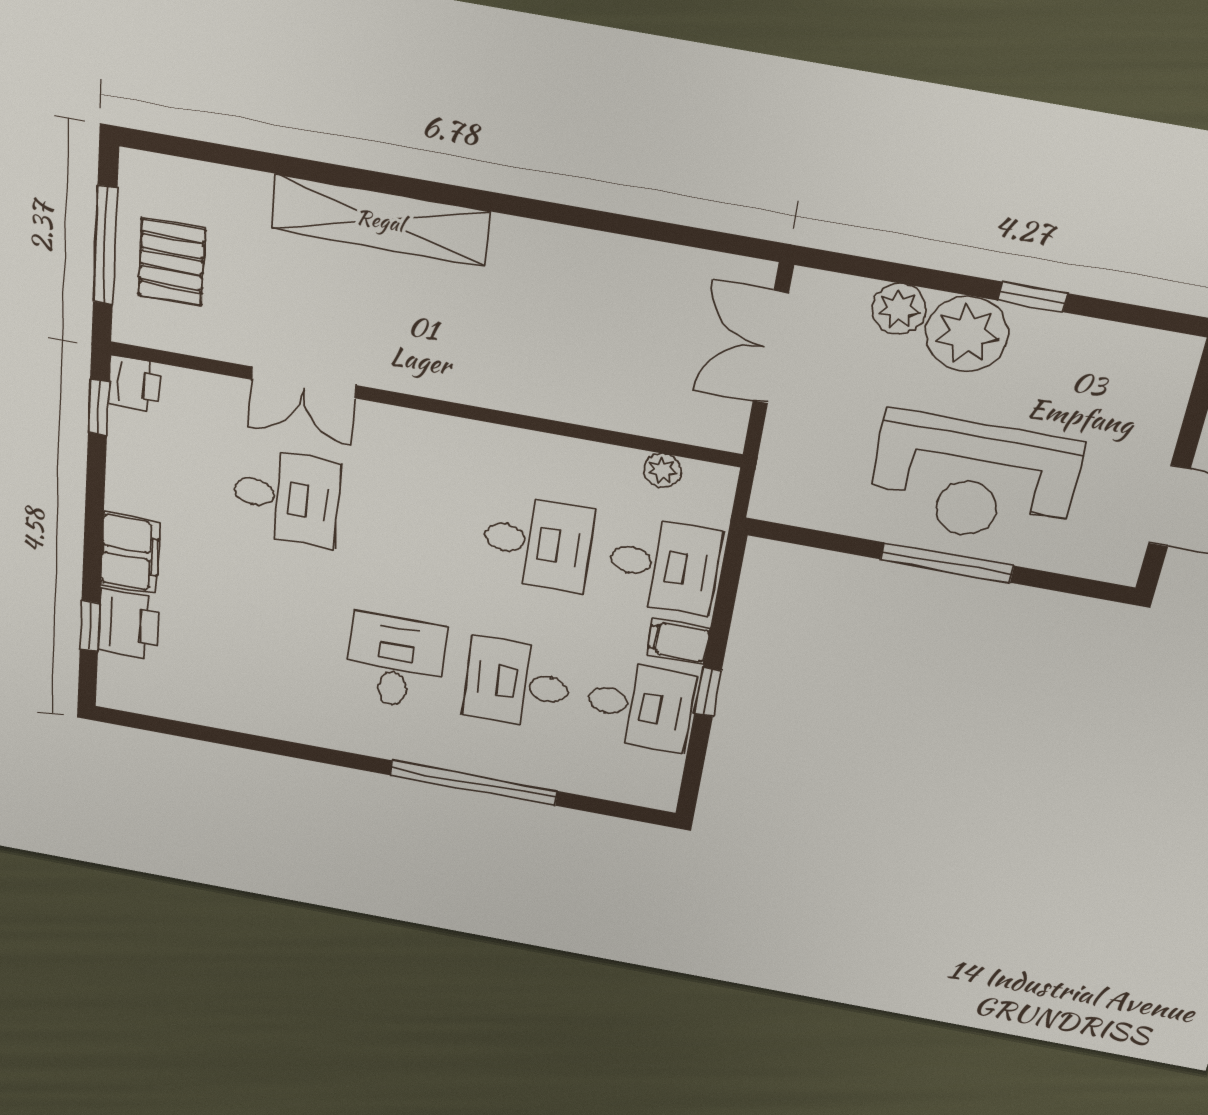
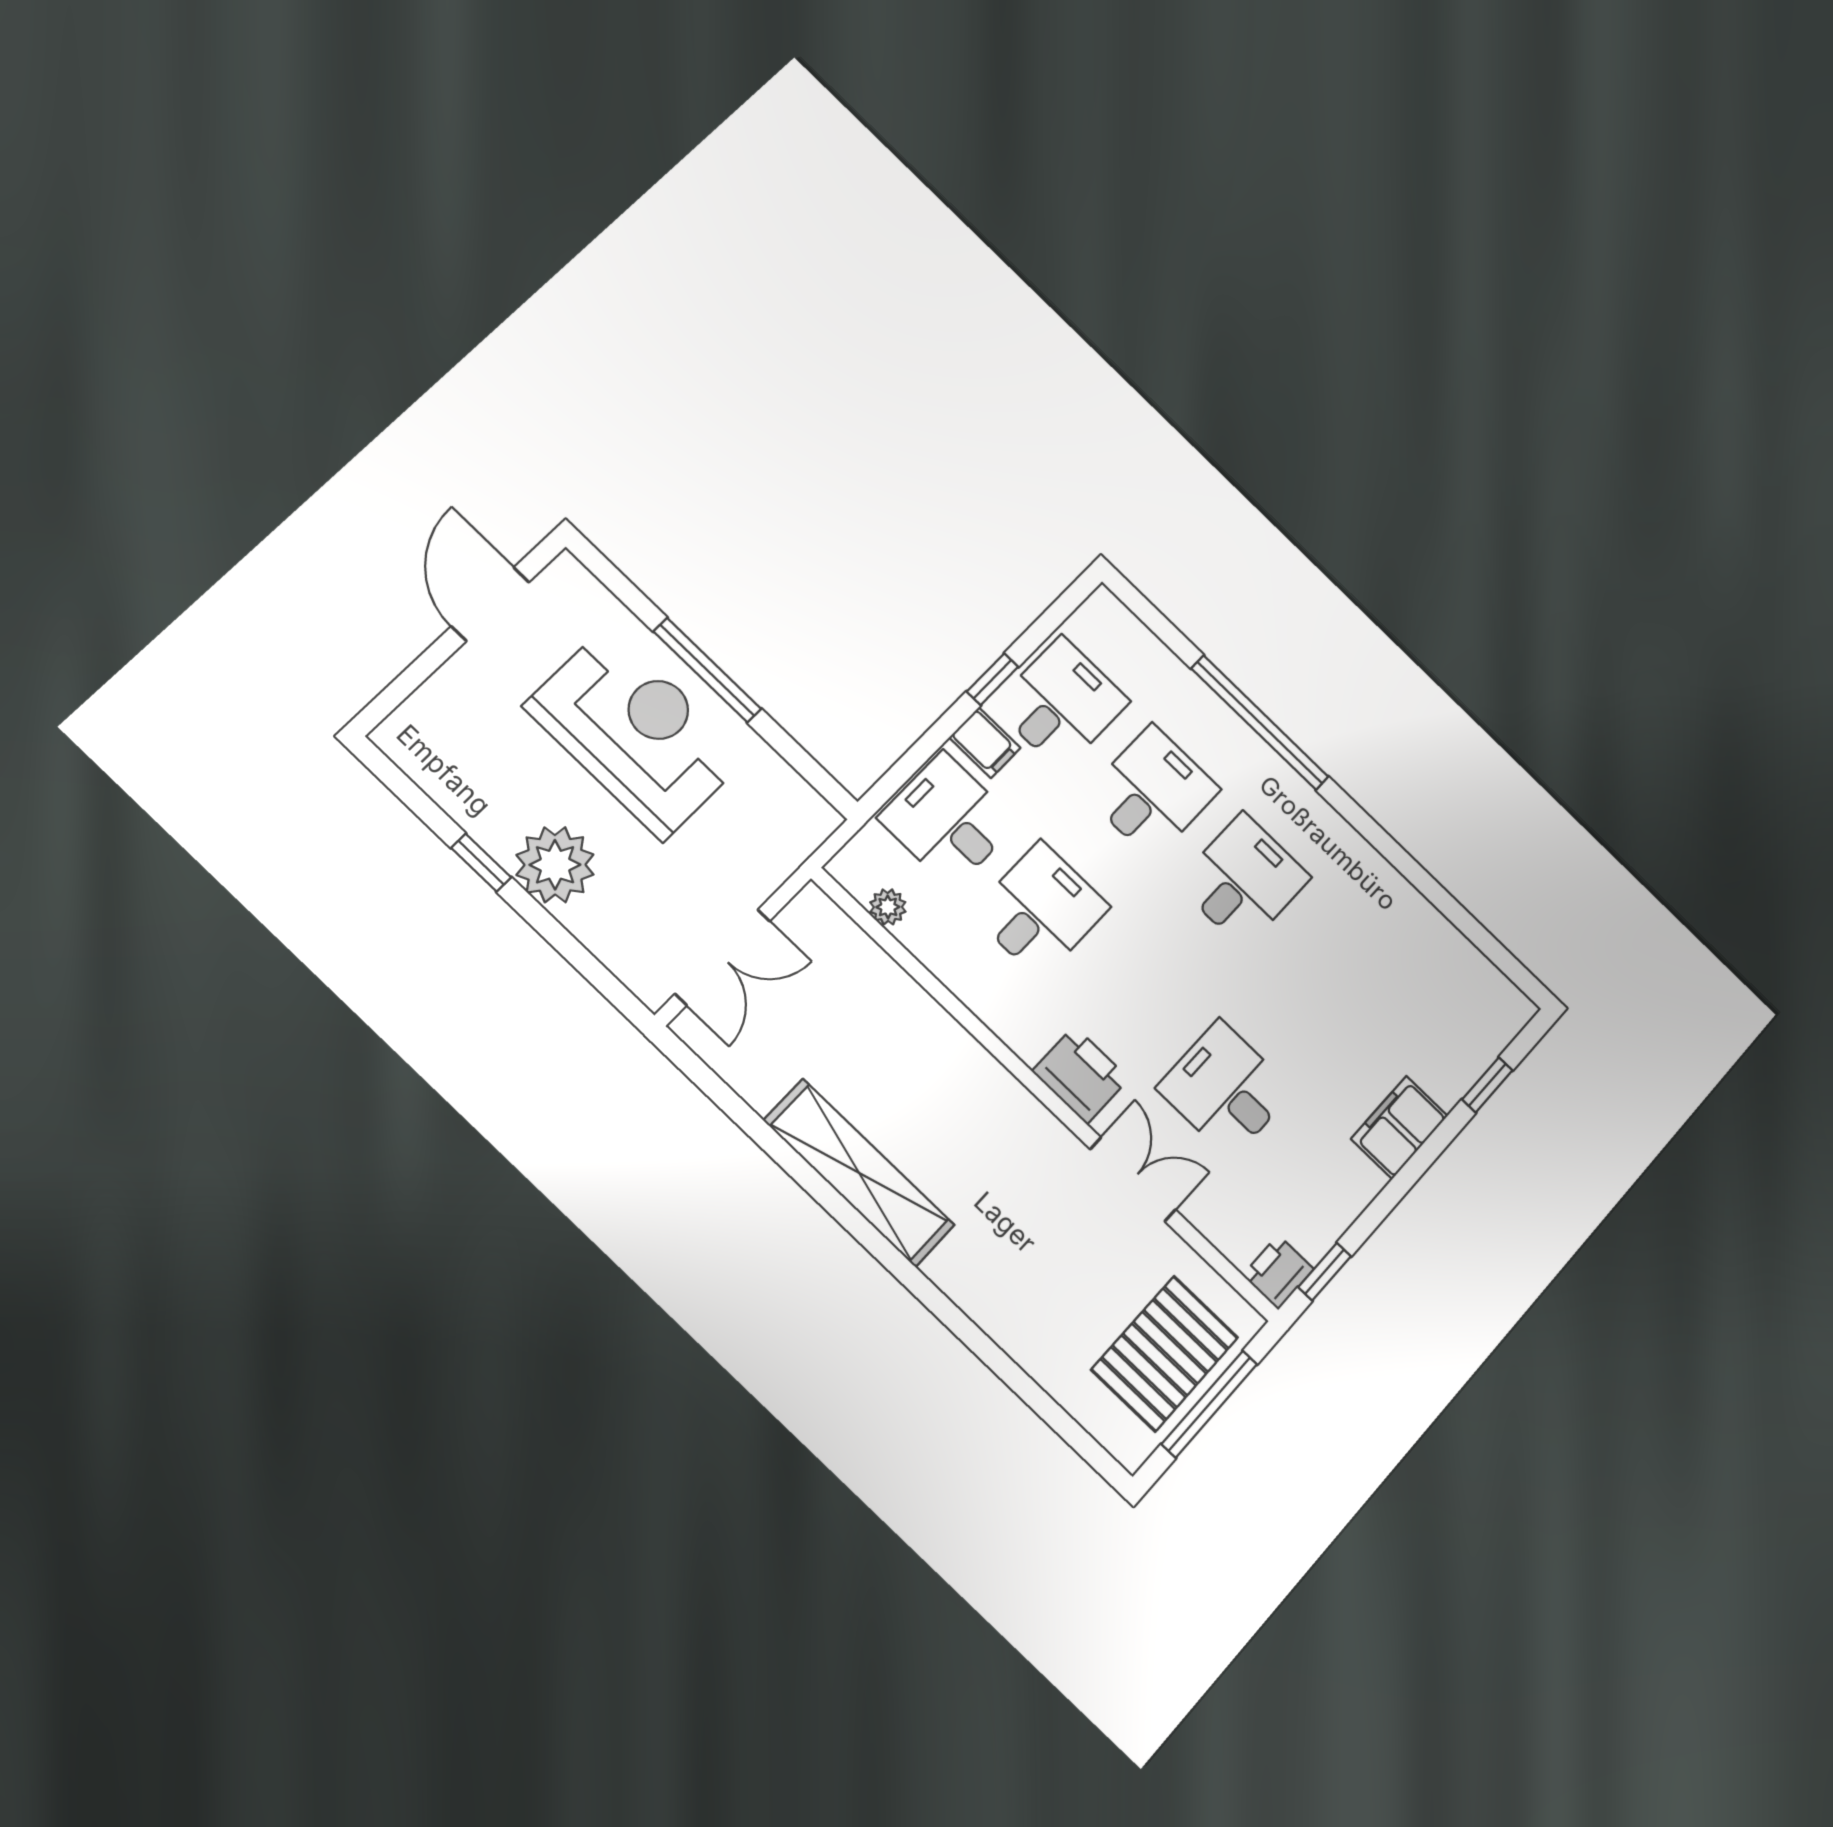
shelving: (380, 220) -> (859, 1173), moved
pallet: (172, 262) -> (1165, 1354), width x1.50, depth x1.42
plant: (899, 309) -> (596, 923), removed
desk: (537, 543) -> (1040, 910), turned 90
printer: (129, 624) -> (1081, 1075), moved, turned 90
desk: (395, 662) -> (1243, 880), turned 180
desk: (517, 684) -> (1152, 792), turned -90
desk: (639, 706) -> (1061, 704), turned 90

